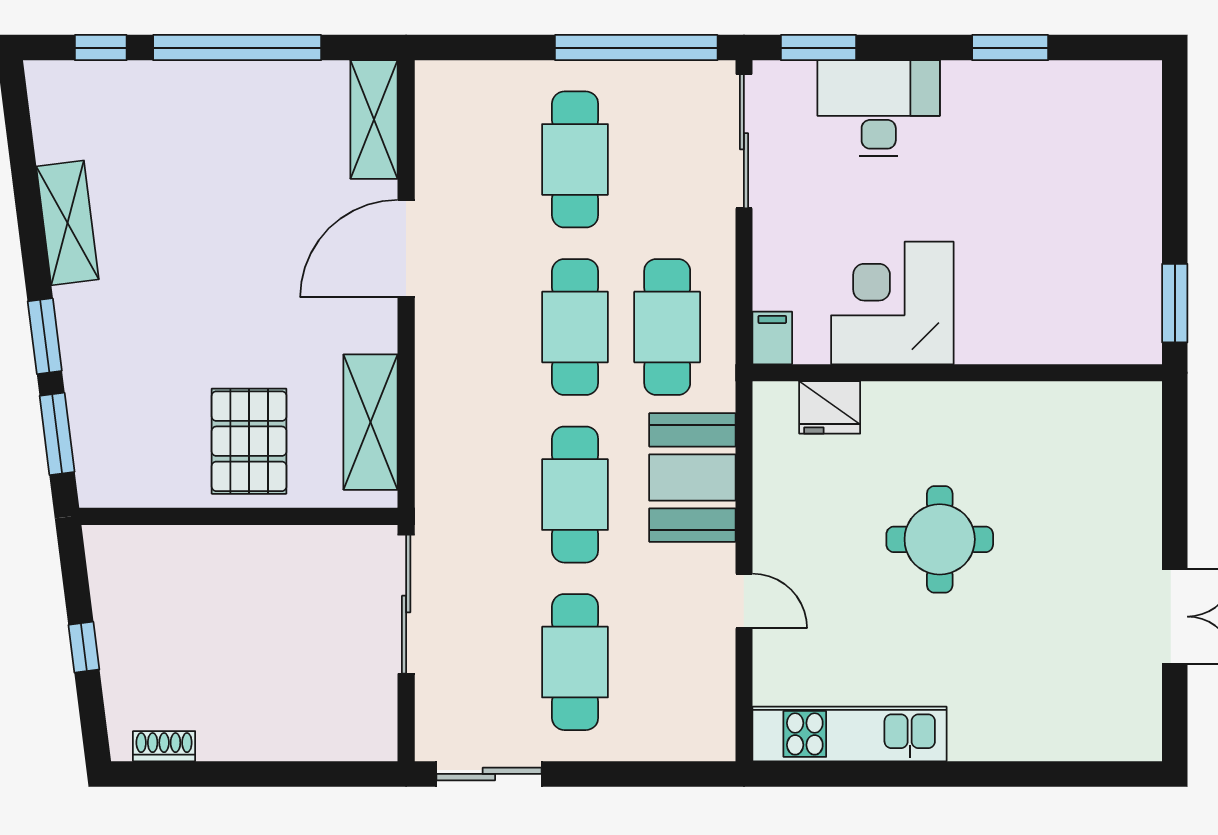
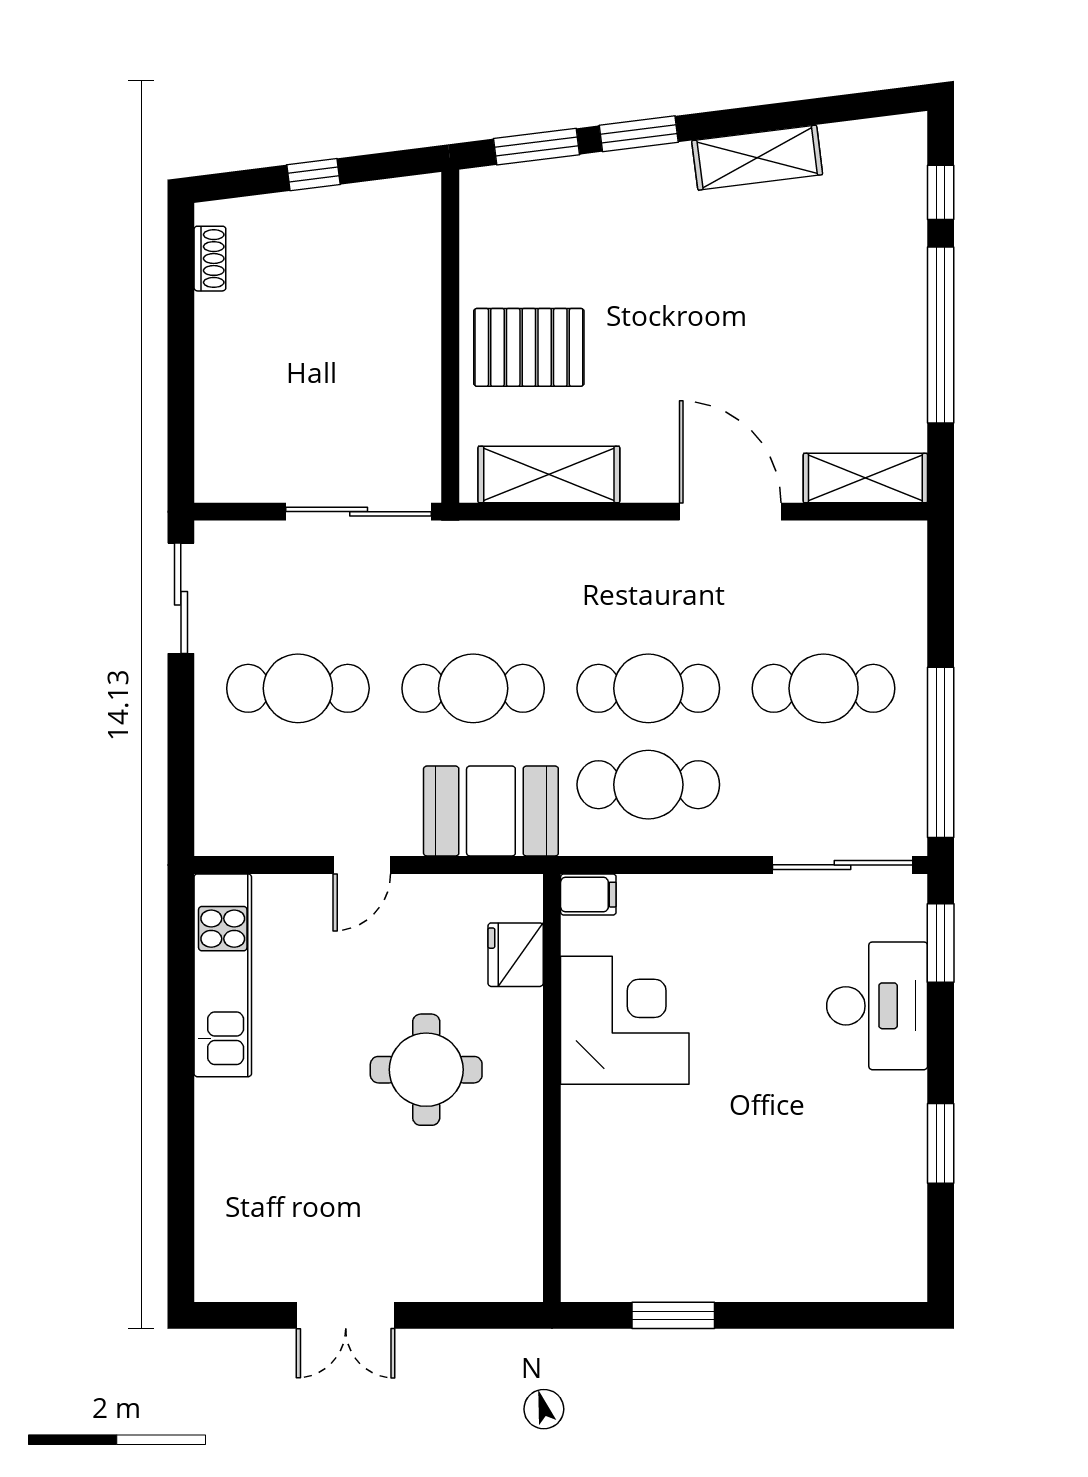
corner desk: (892, 303) -> (625, 1020), moved
filing cabinet: (772, 338) -> (588, 895), moved
wall: (957, 373) -> (552, 1088), moved
fridge: (830, 407) -> (516, 955), moved

